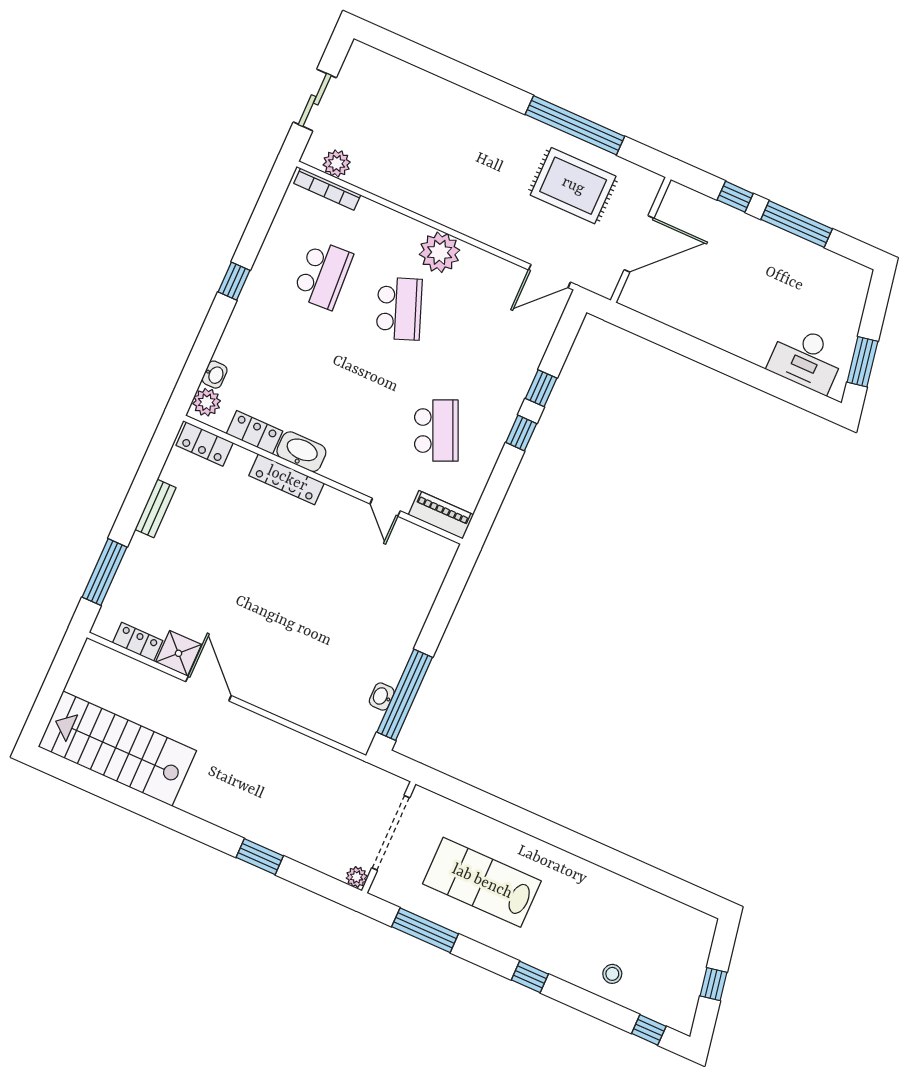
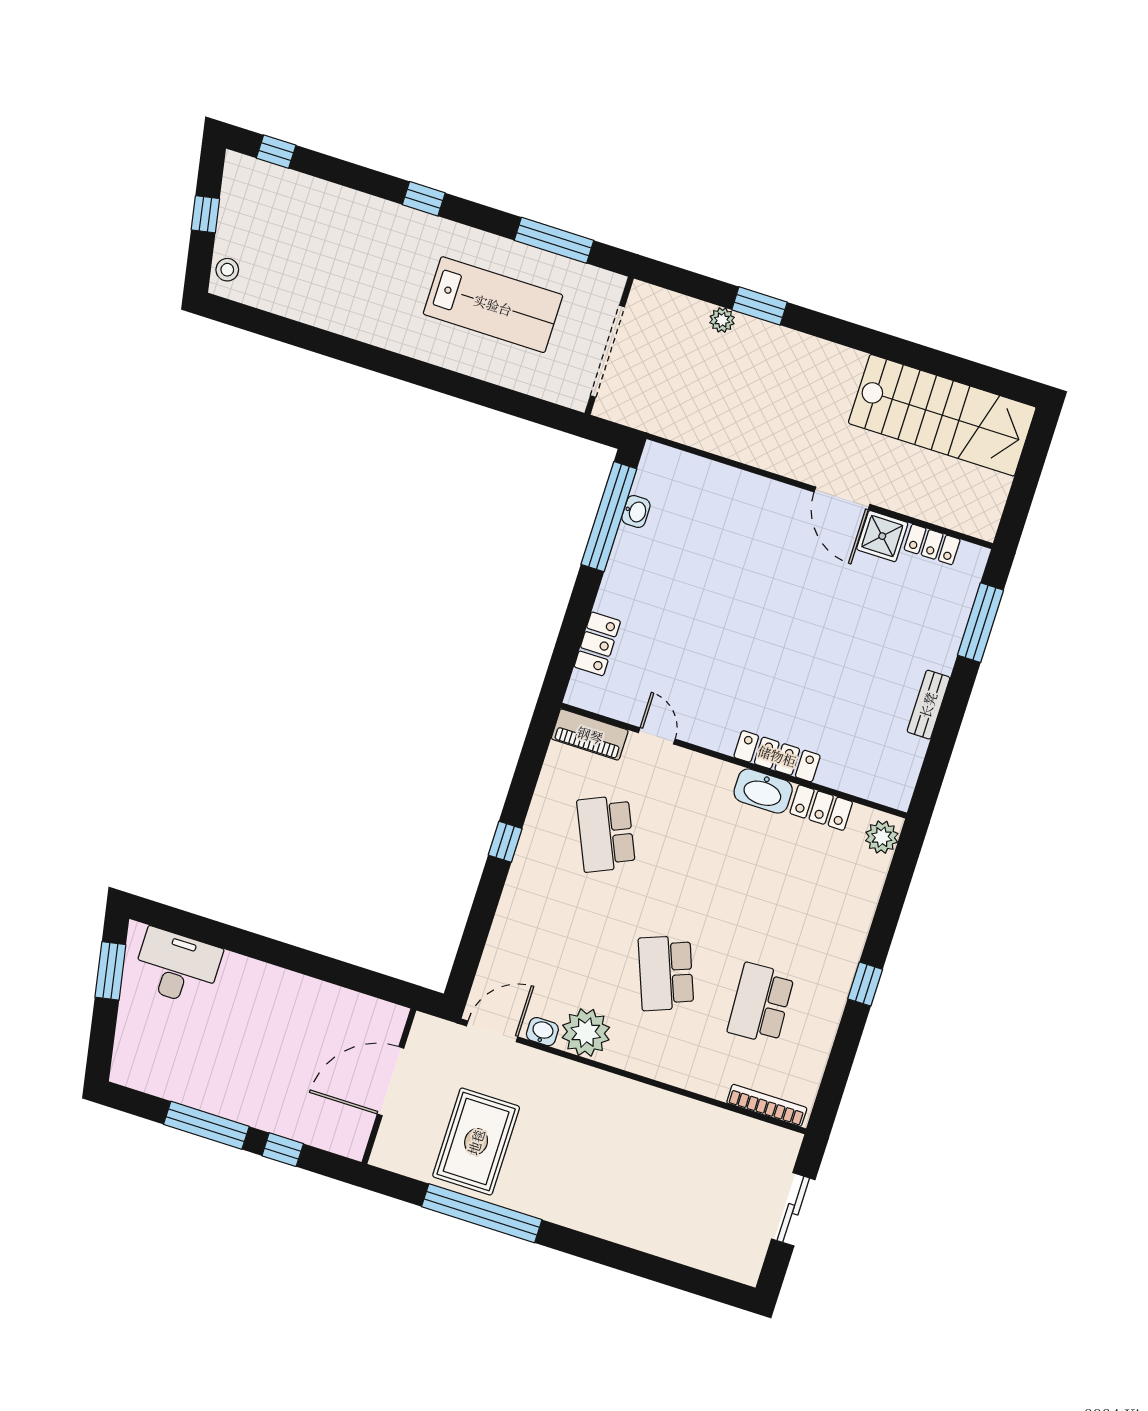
plant: (337, 163) -> (759, 1137), removed
rug: (573, 186) -> (476, 1142), turned 90
plant: (440, 252) -> (586, 1033), moved
washbasin: (215, 375) -> (542, 1032), moved, turned 90
window: (541, 388) -> (487, 897), removed
locker: (205, 444) -> (597, 644), moved, turned 90
plant: (357, 877) -> (722, 320), moved
stool: (612, 974) -> (227, 270), moved

